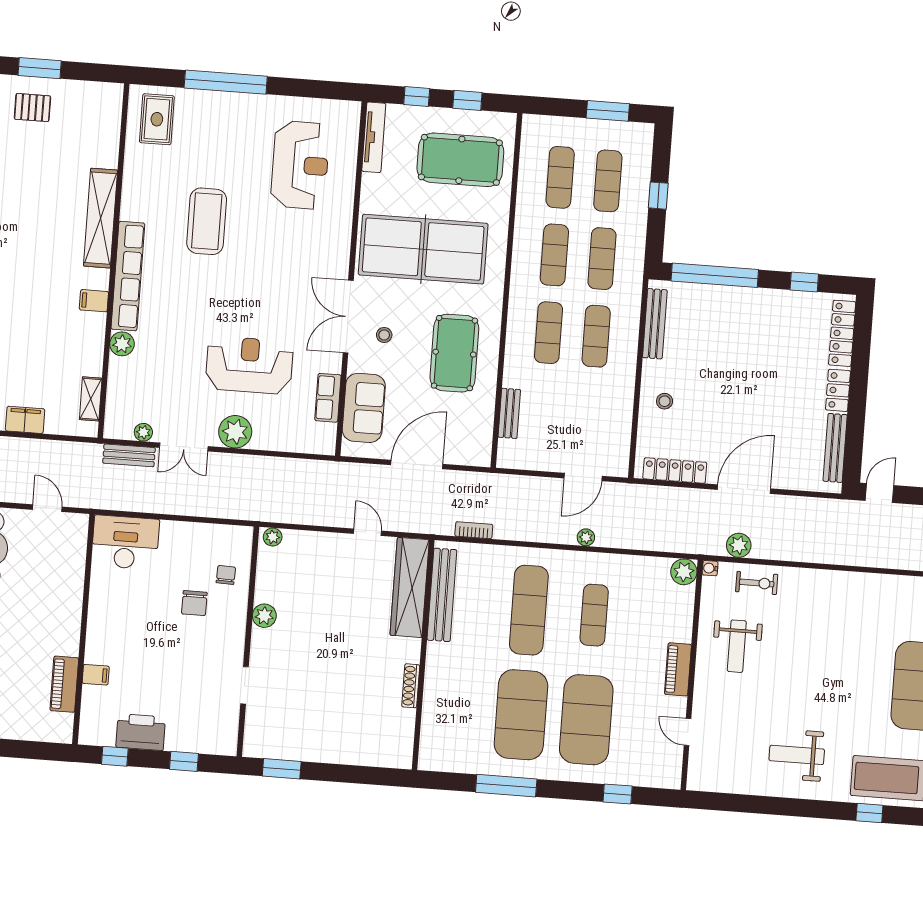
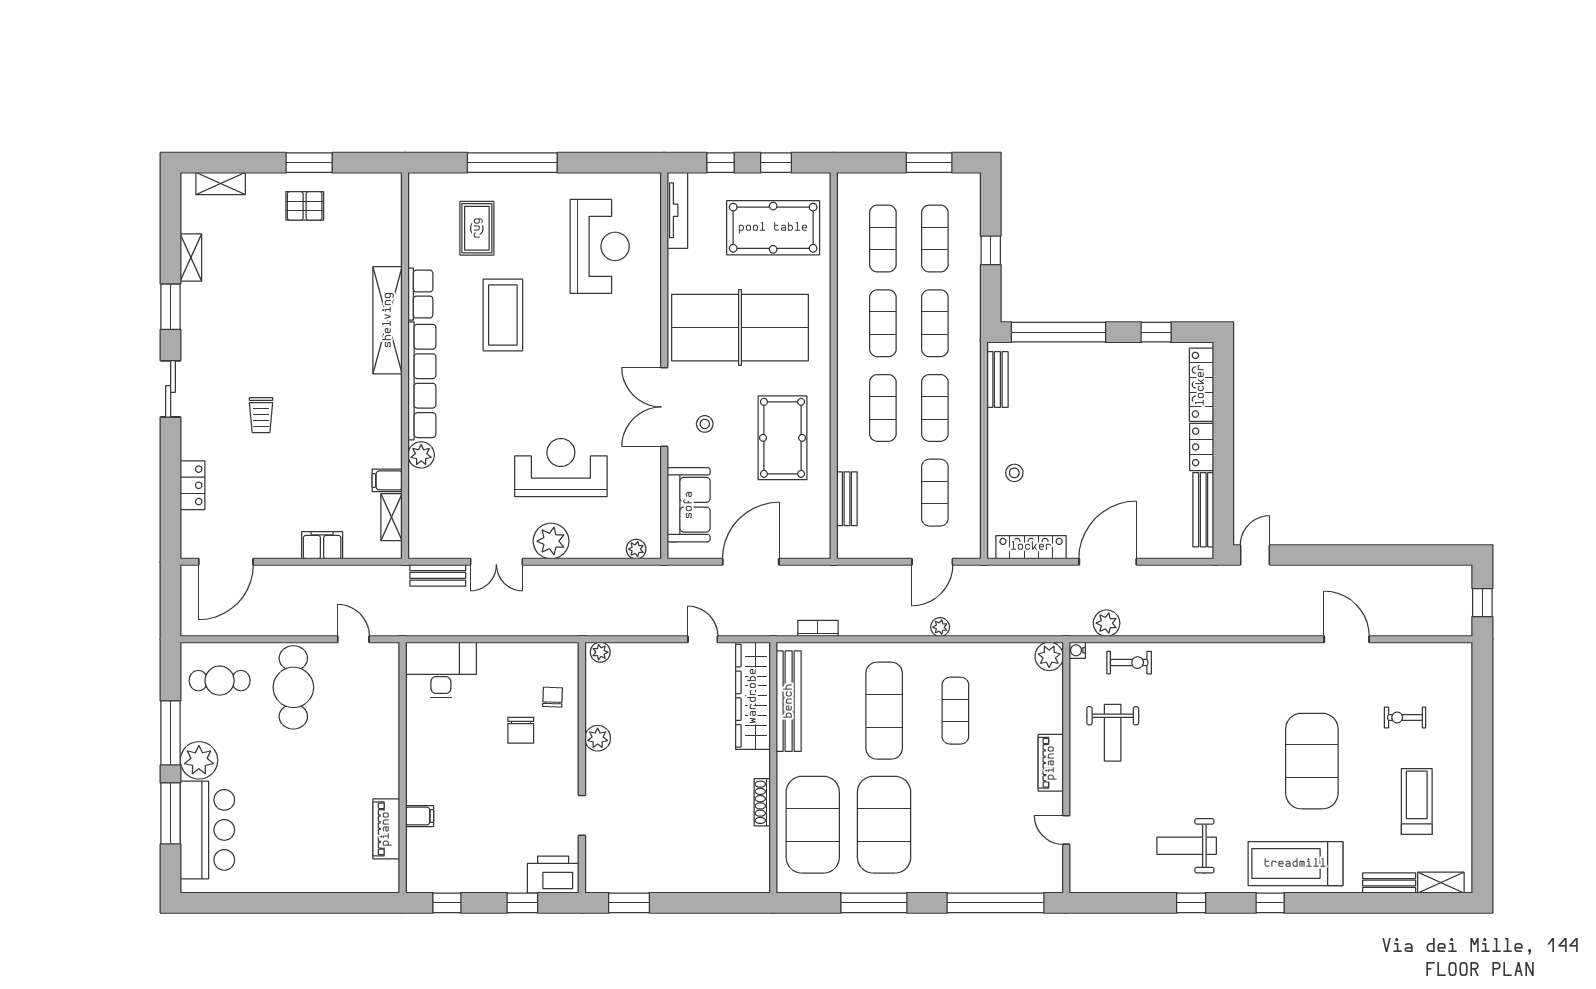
rug: (157, 119) -> (477, 228), moved
filing cabinet: (94, 301) -> (387, 480), moved
bench: (655, 324) -> (997, 379), width x0.73
row of seats: (328, 398) -> (420, 294), moved, turned 180
exercise mat: (590, 414) -> (935, 493), added
plant: (143, 432) -> (636, 549), moved
exercise mat: (586, 720) -> (813, 825), moved
printer: (141, 732) -> (553, 875), moved
window: (618, 794) -> (995, 903), width x3.17
window: (797, 807) -> (1191, 903), added

